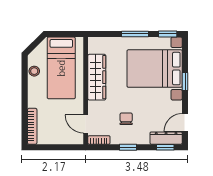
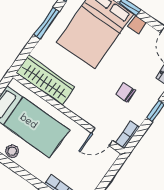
wardrobe: (97, 77) -> (45, 80), moved

